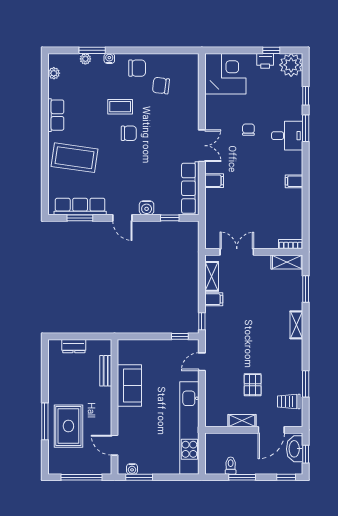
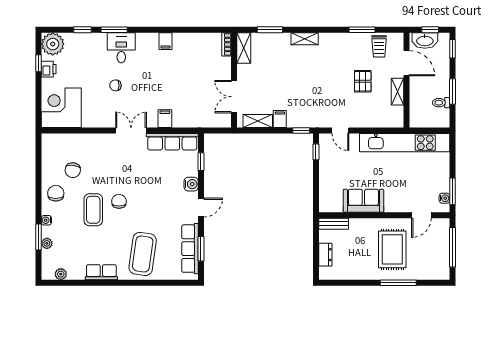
coffee table: (120, 107) -> (93, 210), width x1.36, depth x1.30
bench: (106, 371) -> (334, 224), moved
pallet: (253, 385) -> (363, 81), turned 90
rug: (68, 426) -> (392, 249), moved, turned 90

